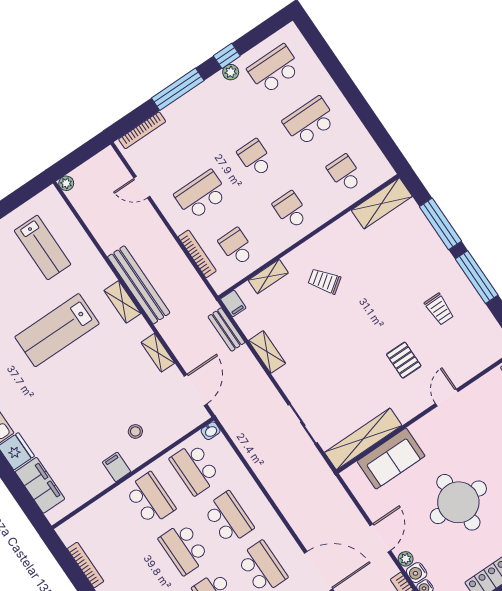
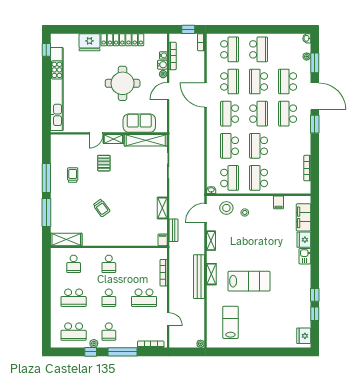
school desk: (237, 247) -> (109, 332), moved
shelving: (268, 277) -> (113, 139), moved
trolley: (324, 281) -> (101, 208), moved
stool: (168, 419) -> (226, 208), added
filing cabinet: (117, 467) -> (279, 202), moved
school desk: (184, 548) -> (259, 146), turned 180

